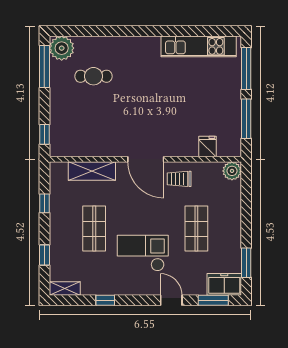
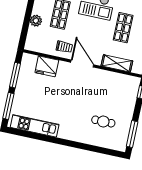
plant: (62, 48) -> (119, 143), removed
fridge: (207, 146) -> (47, 66), width x1.88, depth x1.34
plant: (232, 171) -> (36, 21), moved

